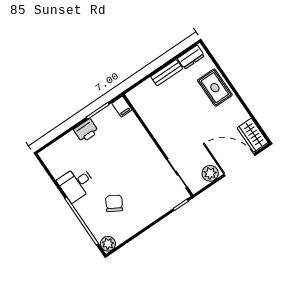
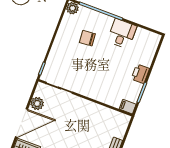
chair: (114, 203) -> (87, 38), turned 145

